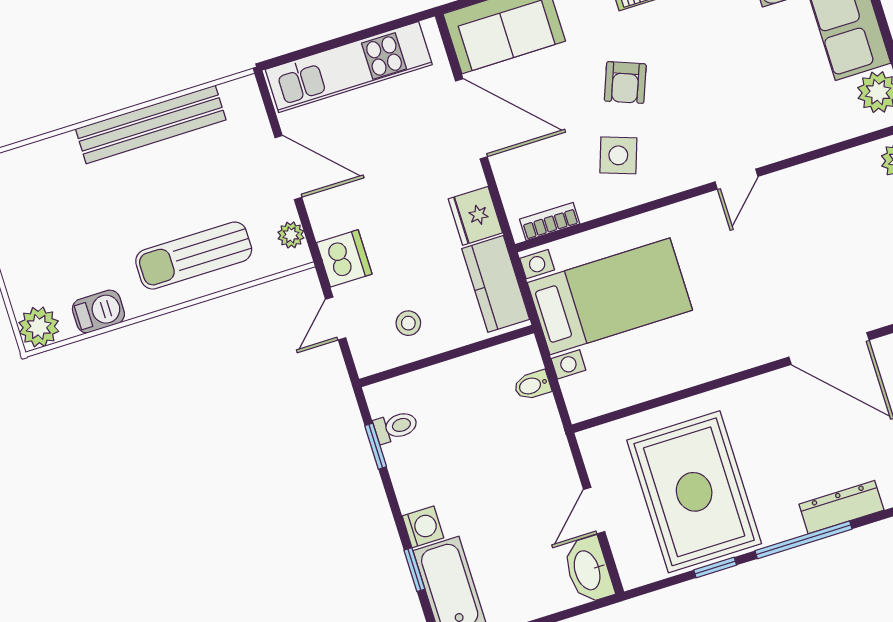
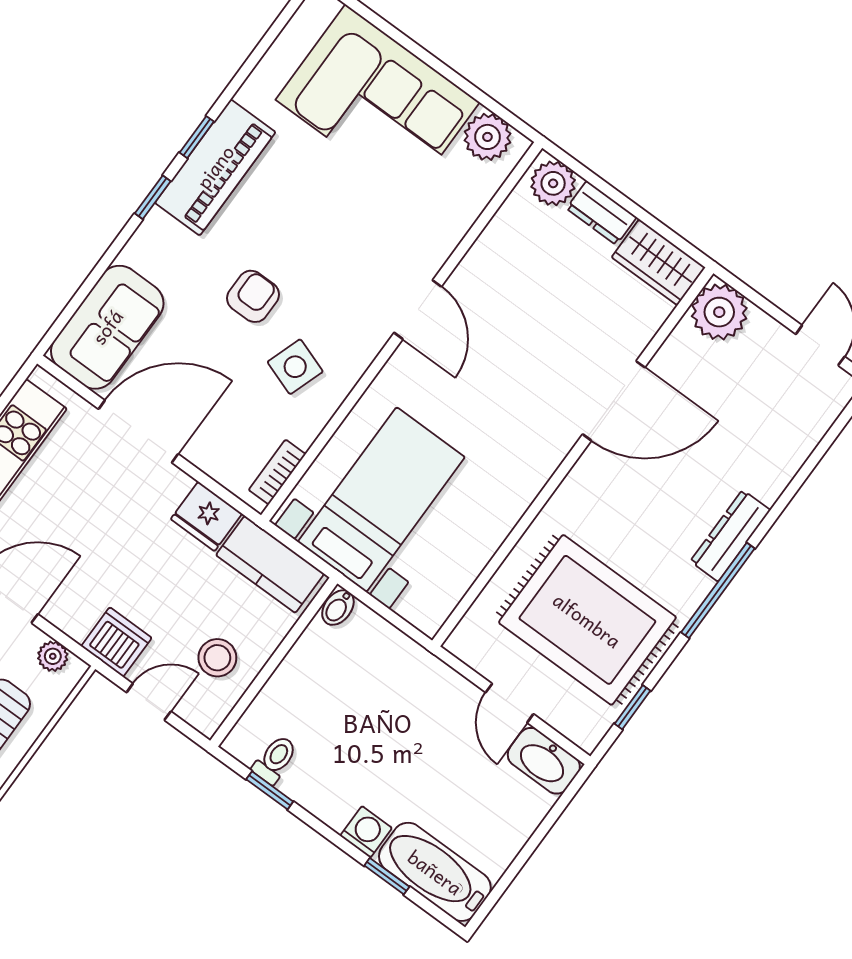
armchair: (625, 83) -> (253, 296), turned -111
door: (737, 179) -> (418, 310), width x1.37
door: (336, 318) -> (149, 702), swing flipped
stool: (408, 323) -> (217, 658), width x1.37, depth x1.37
bidet: (532, 385) -> (338, 608), moved
window: (715, 568) -> (632, 707), moved

